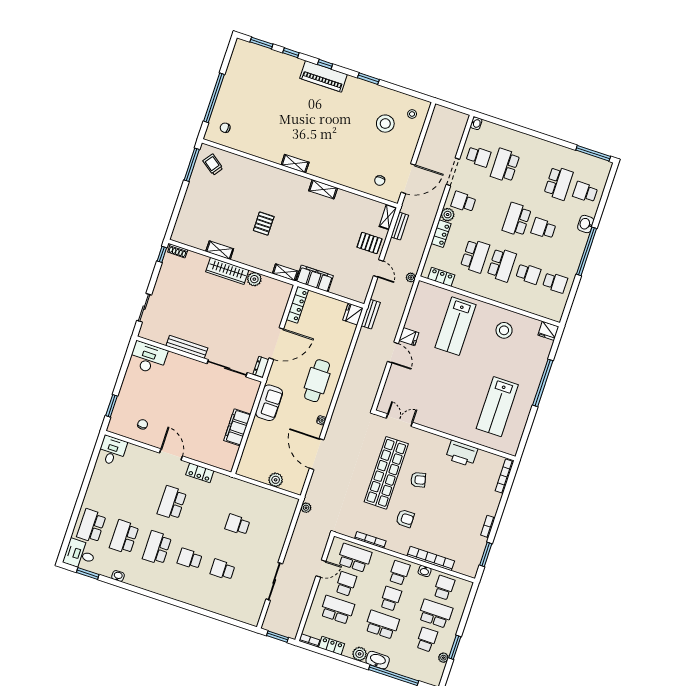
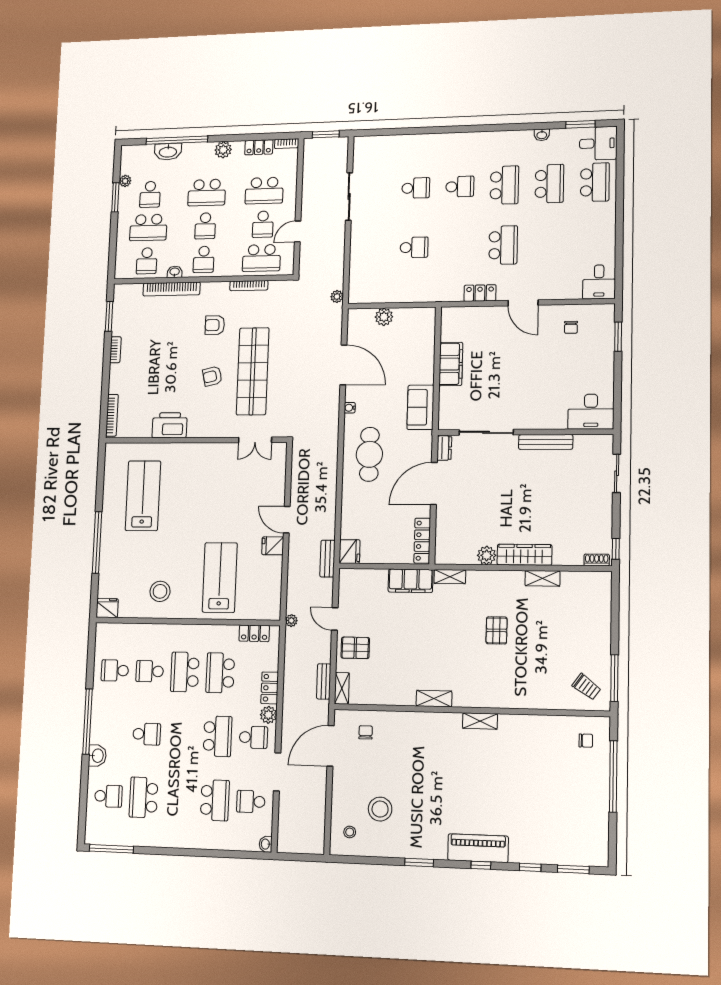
school desk: (517, 220) -> (218, 736), moved
washbasin: (378, 660) -> (168, 152), moved

